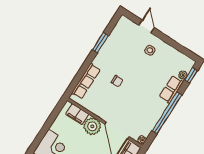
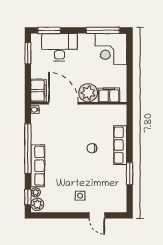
plant: (187, 65) -> (37, 204), added
row of seats: (86, 81) -> (120, 145), moved
row of seats: (171, 89) -> (38, 166), width x1.48

